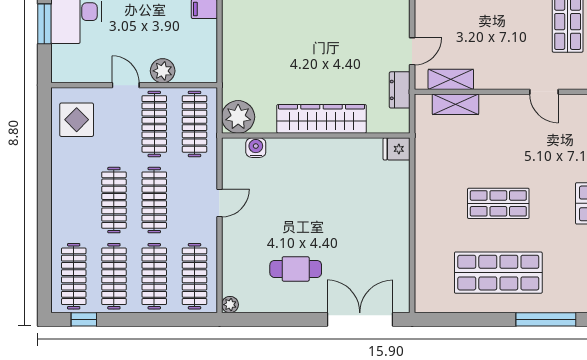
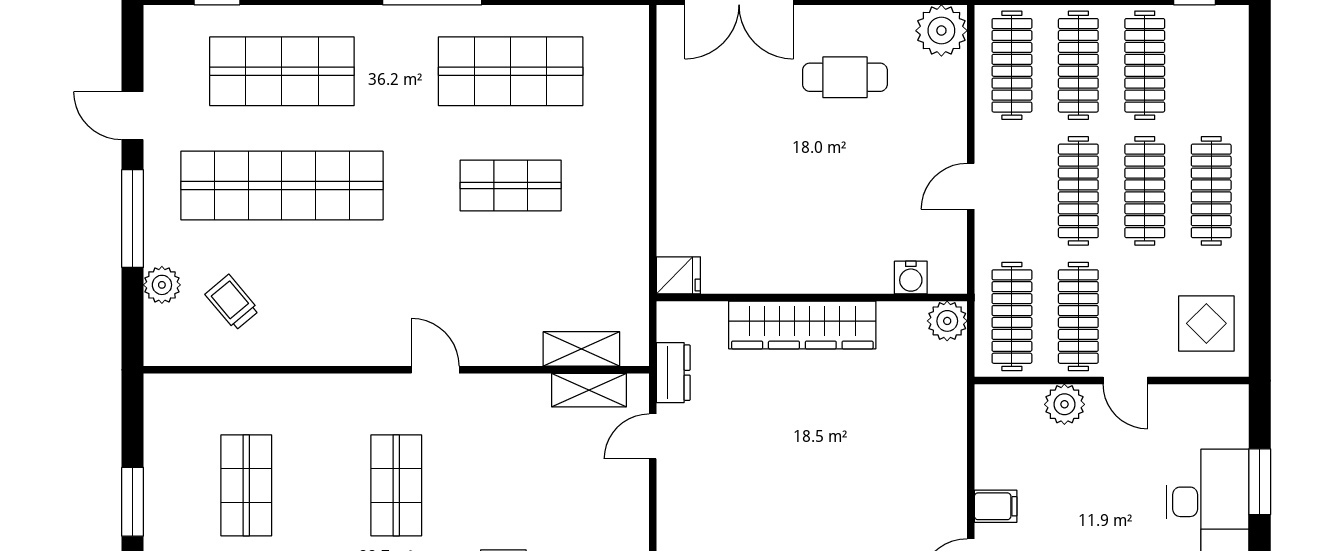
plant: (238, 117) -> (947, 321), width x0.73, depth x0.73
clothes rail: (74, 276) -> (1211, 191), moved
plant: (230, 305) -> (941, 31), width x1.88, depth x1.88

